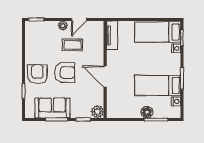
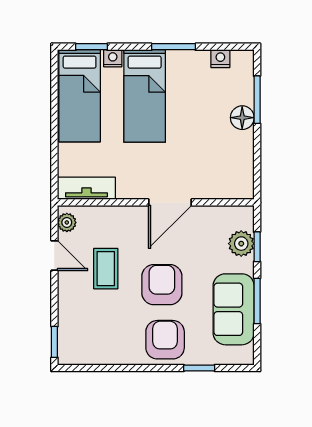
plant: (63, 26) -> (67, 222), moved
armchair: (37, 74) -> (165, 340), turned 90
bed: (158, 85) -> (145, 96), moved
plant: (97, 112) -> (241, 244), moved

